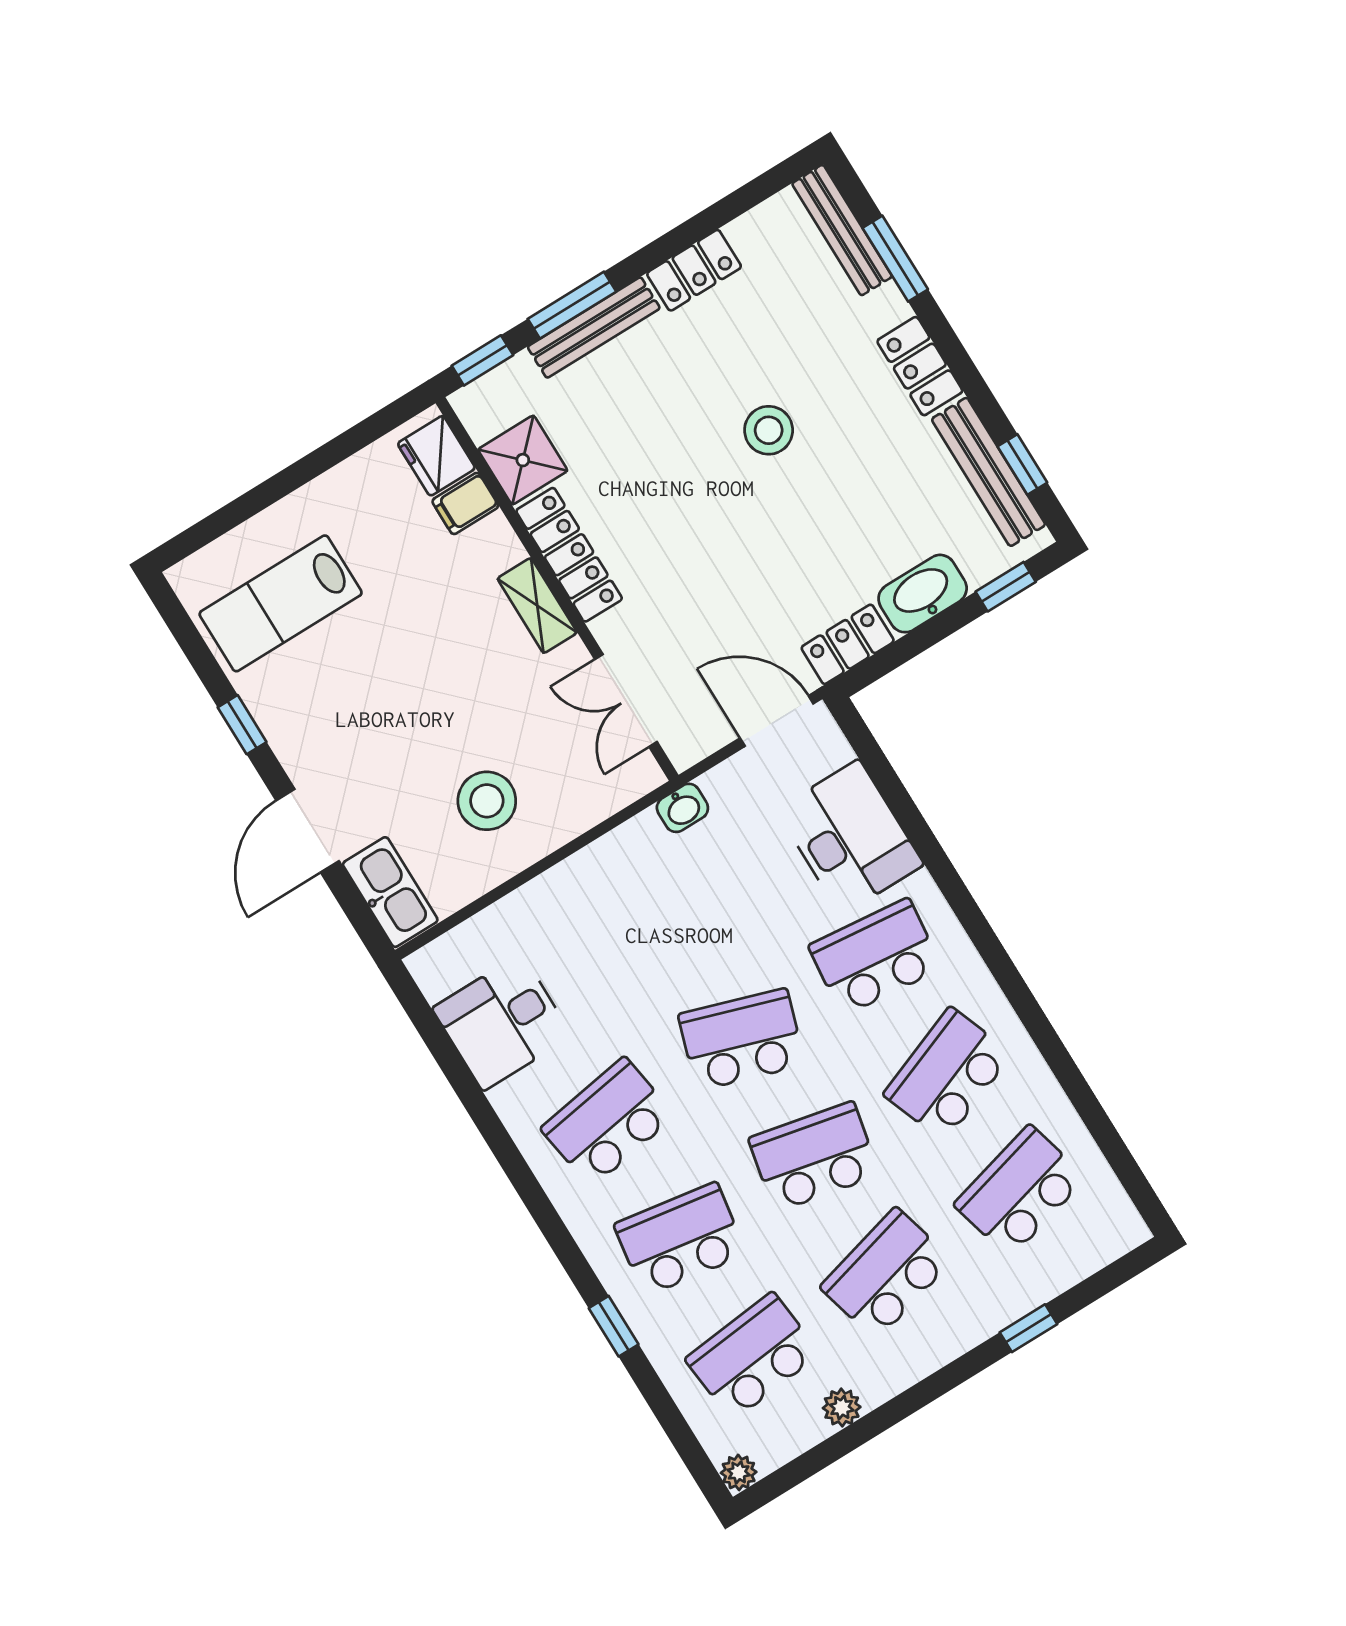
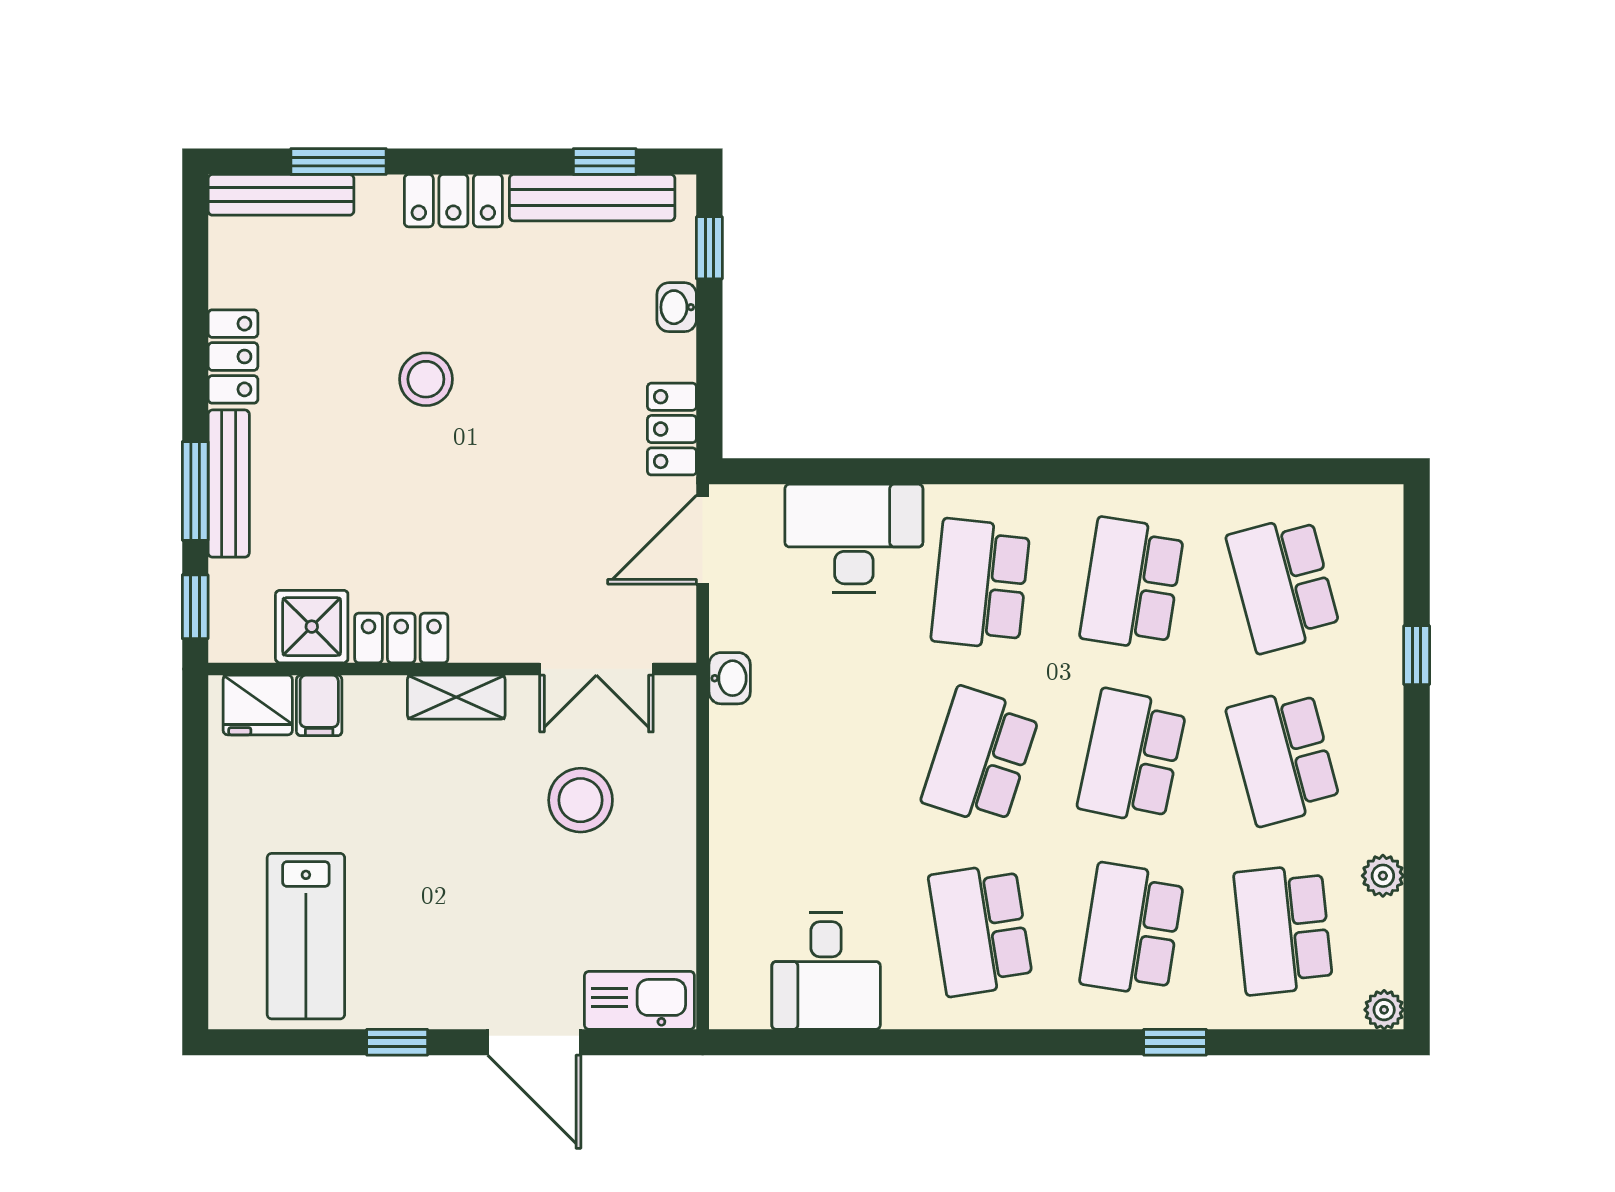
locker: (569, 555) -> (401, 638), width x0.66
washbasin: (923, 594) -> (677, 307), width x0.52, depth x0.69
stool: (487, 801) -> (581, 800), moved
school desk: (948, 1074) -> (1132, 584), turned 30

